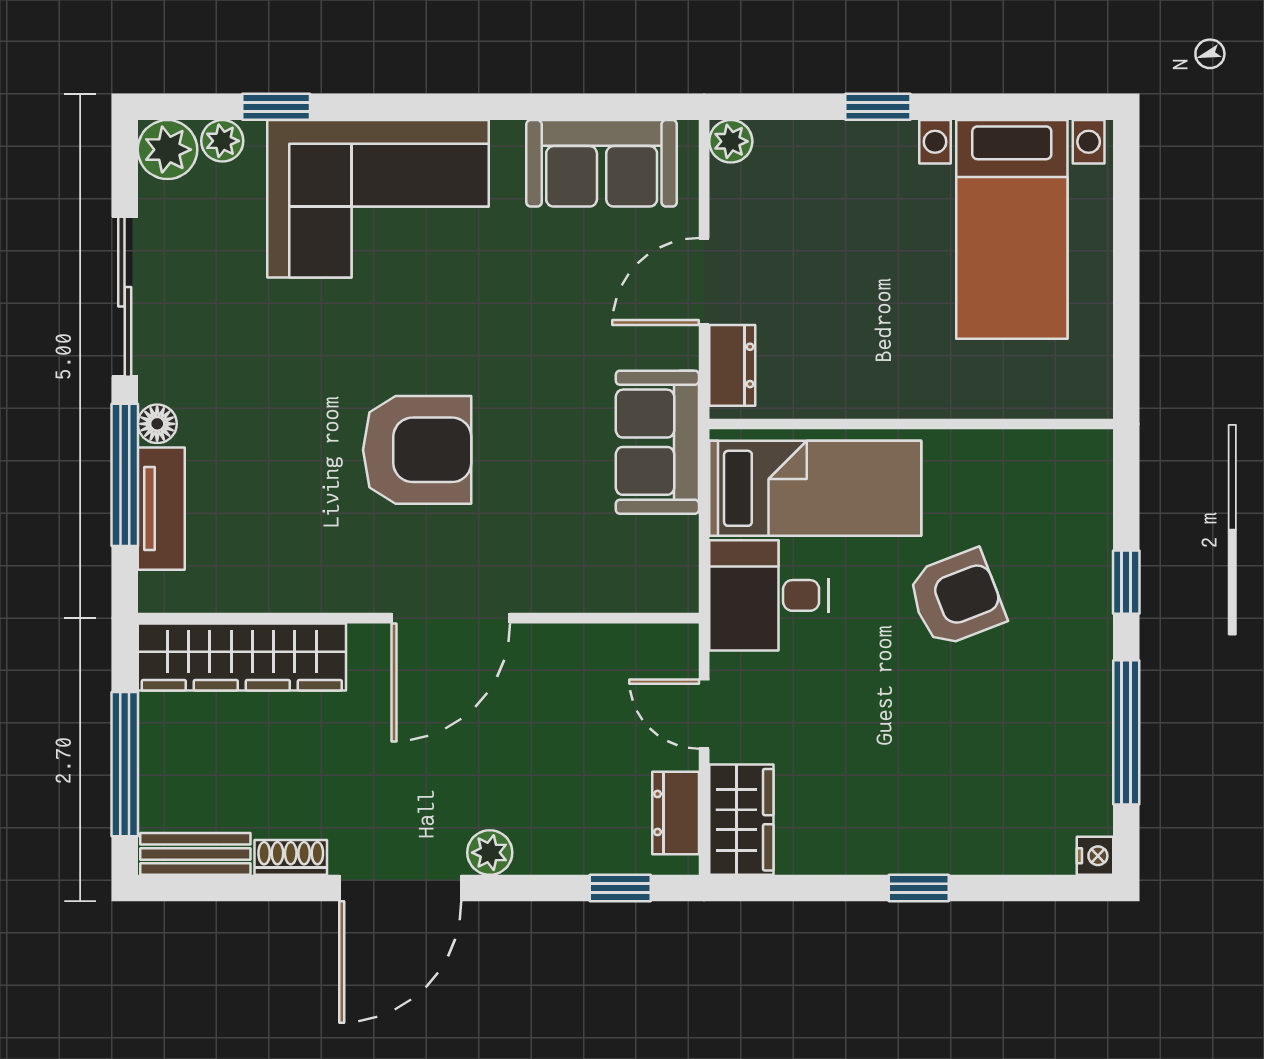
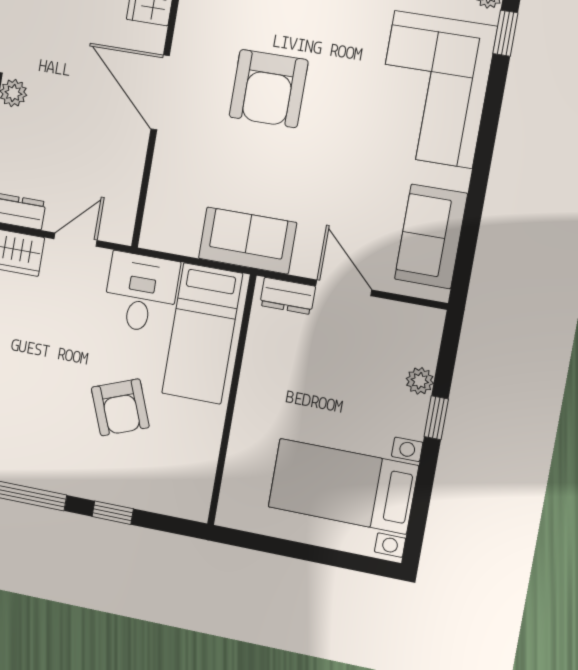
plant: (731, 141) -> (420, 381), moved

